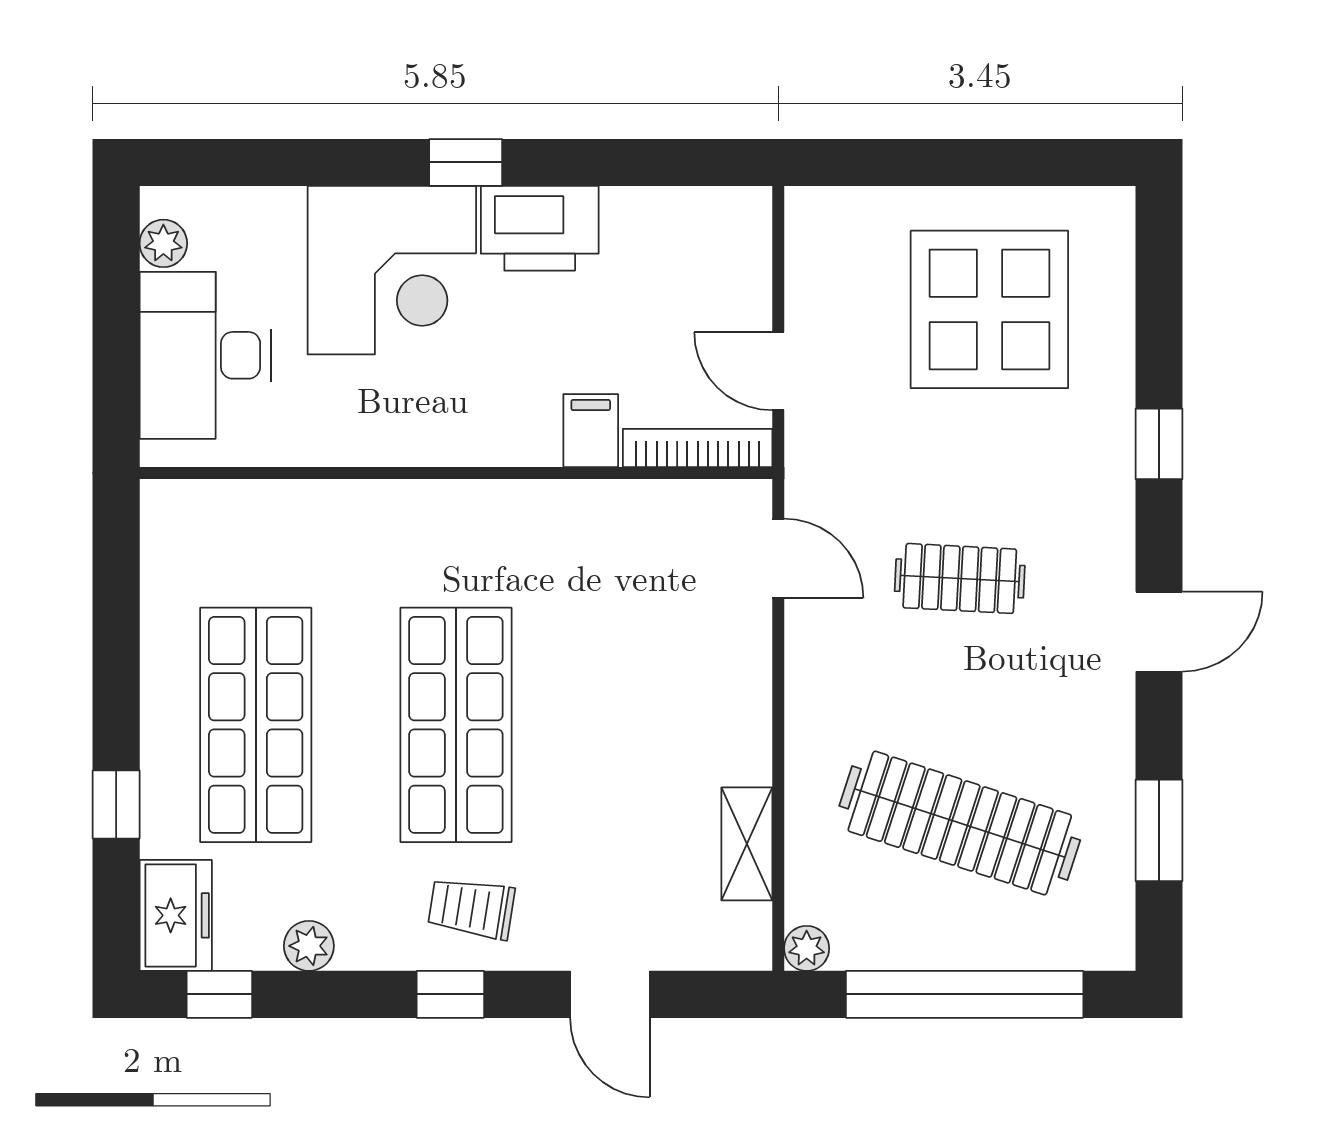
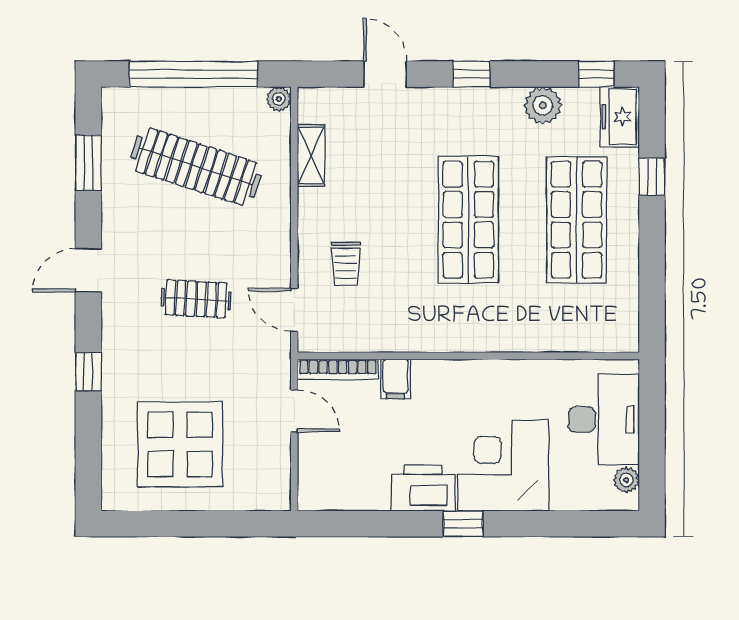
trolley: (471, 908) -> (346, 264), moved, turned 81
plant: (309, 946) -> (543, 105), width x1.38, depth x1.38

